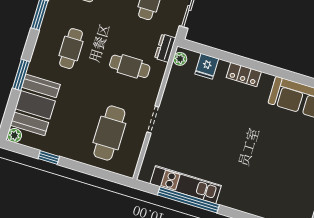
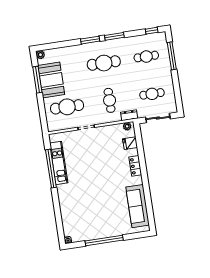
cafe table: (71, 49) -> (104, 63), width x1.37, depth x1.35
window: (21, 75) -> (90, 40), moved
booth: (35, 105) -> (51, 80), moved, turned 90
window: (49, 158) -> (37, 80), width x2.17

